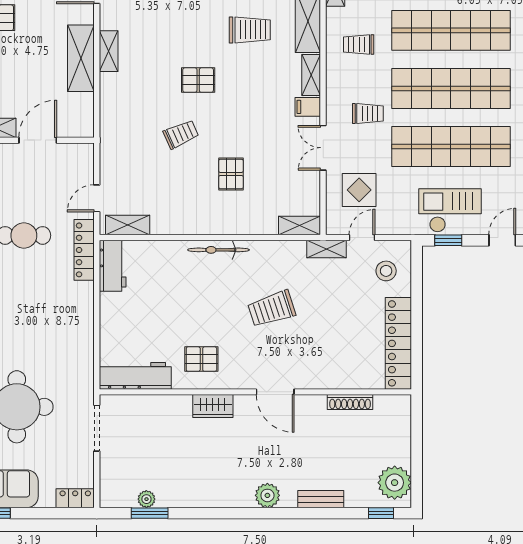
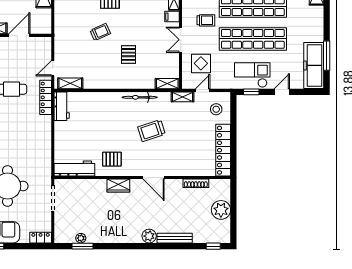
bicycle: (218, 250) -> (140, 97), moved
plant: (395, 483) -> (221, 210), moved
bench: (321, 499) -> (175, 238), width x1.36

